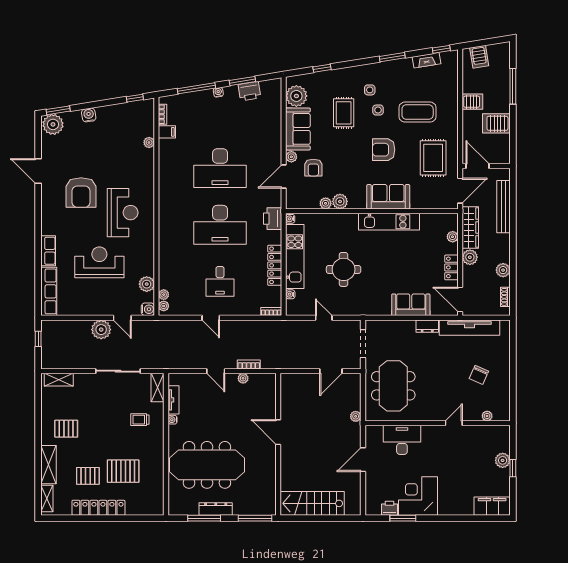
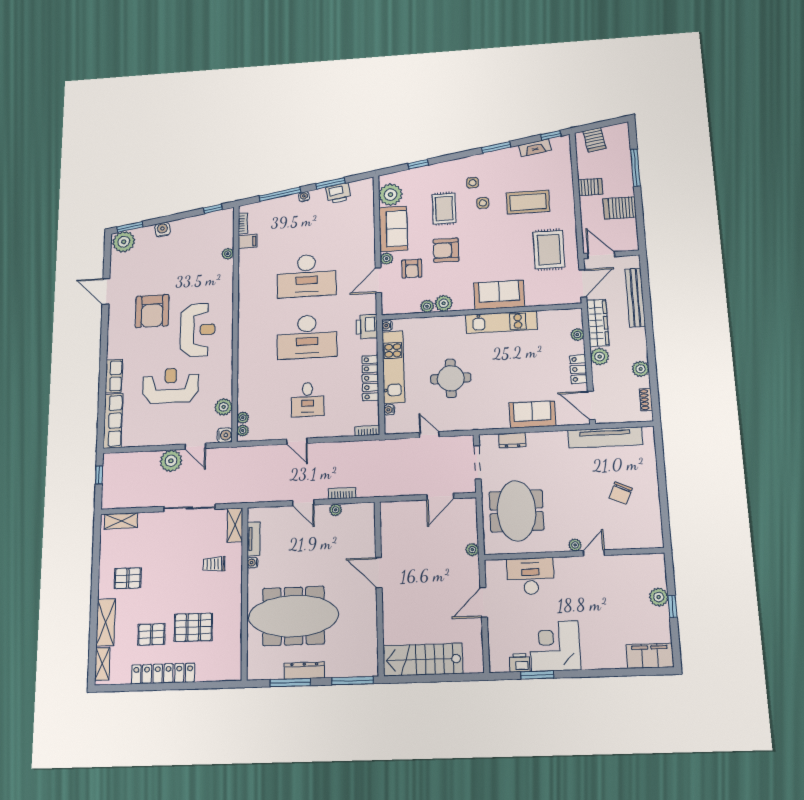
armchair: (384, 150) -> (446, 250), moved
dresser: (427, 326) -> (512, 440), moved
plant: (487, 416) -> (575, 545), moved

